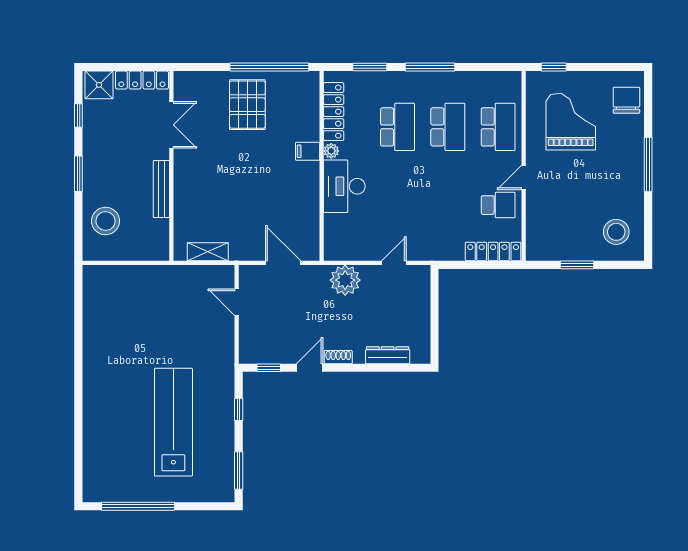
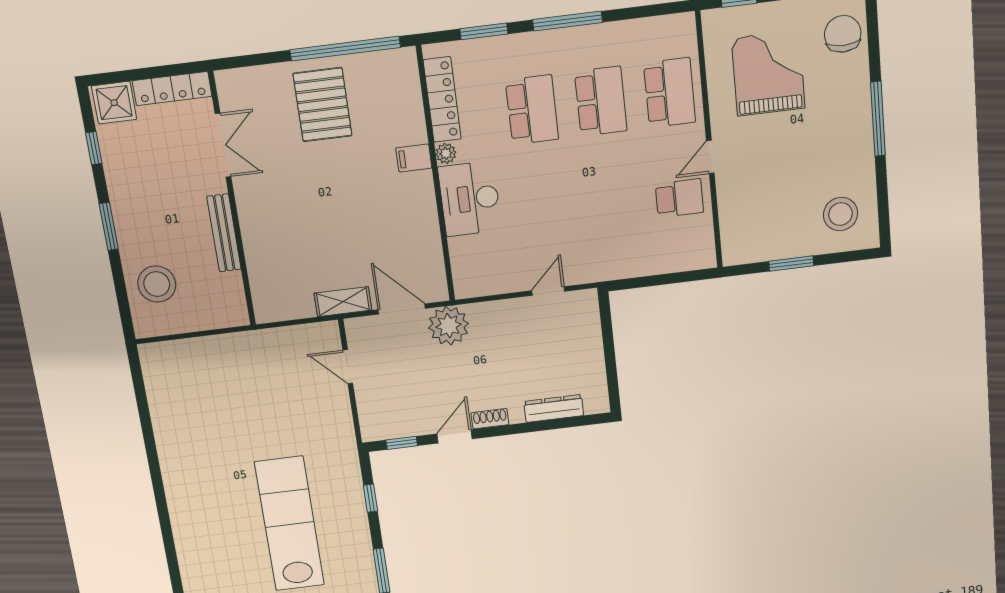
locker: (493, 251) -> (678, 260), removed
shelving: (208, 252) -> (343, 302), moved
plant: (345, 280) -> (449, 326), moved

